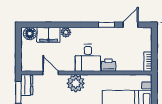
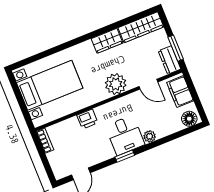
window: (107, 25) -> (125, 156), moved
filing cabinet: (48, 35) -> (180, 92), moved, turned -90
desk: (88, 58) -> (125, 135), moved, turned 180

